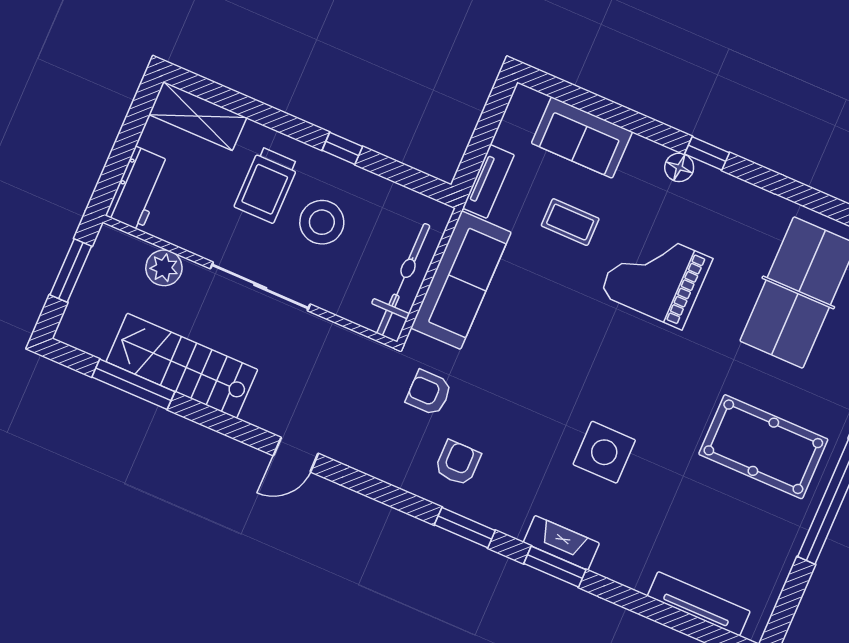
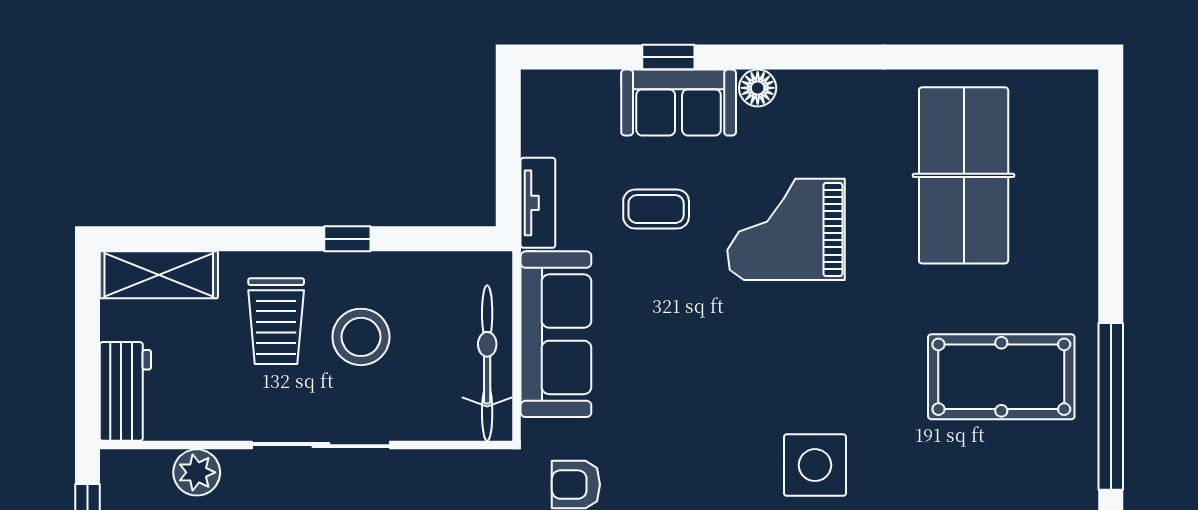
sofa: (582, 138) -> (679, 103), moved
window: (707, 153) -> (668, 57), moved

